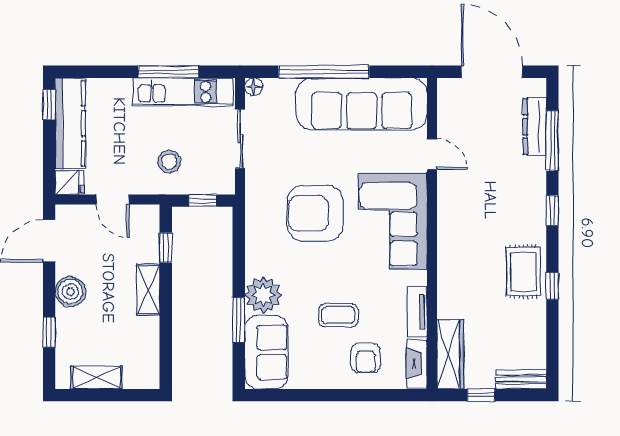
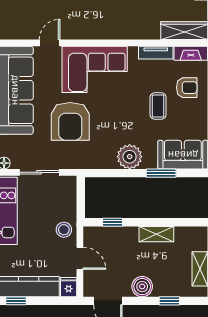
stool: (169, 162) -> (64, 230), moved
door: (112, 199) -> (80, 258), hinge flipped
window: (203, 201) -> (81, 197), removed
armchair: (315, 213) -> (70, 121), moved
shelving: (148, 290) -> (156, 234), moved
plant: (263, 295) -> (130, 157), moved

